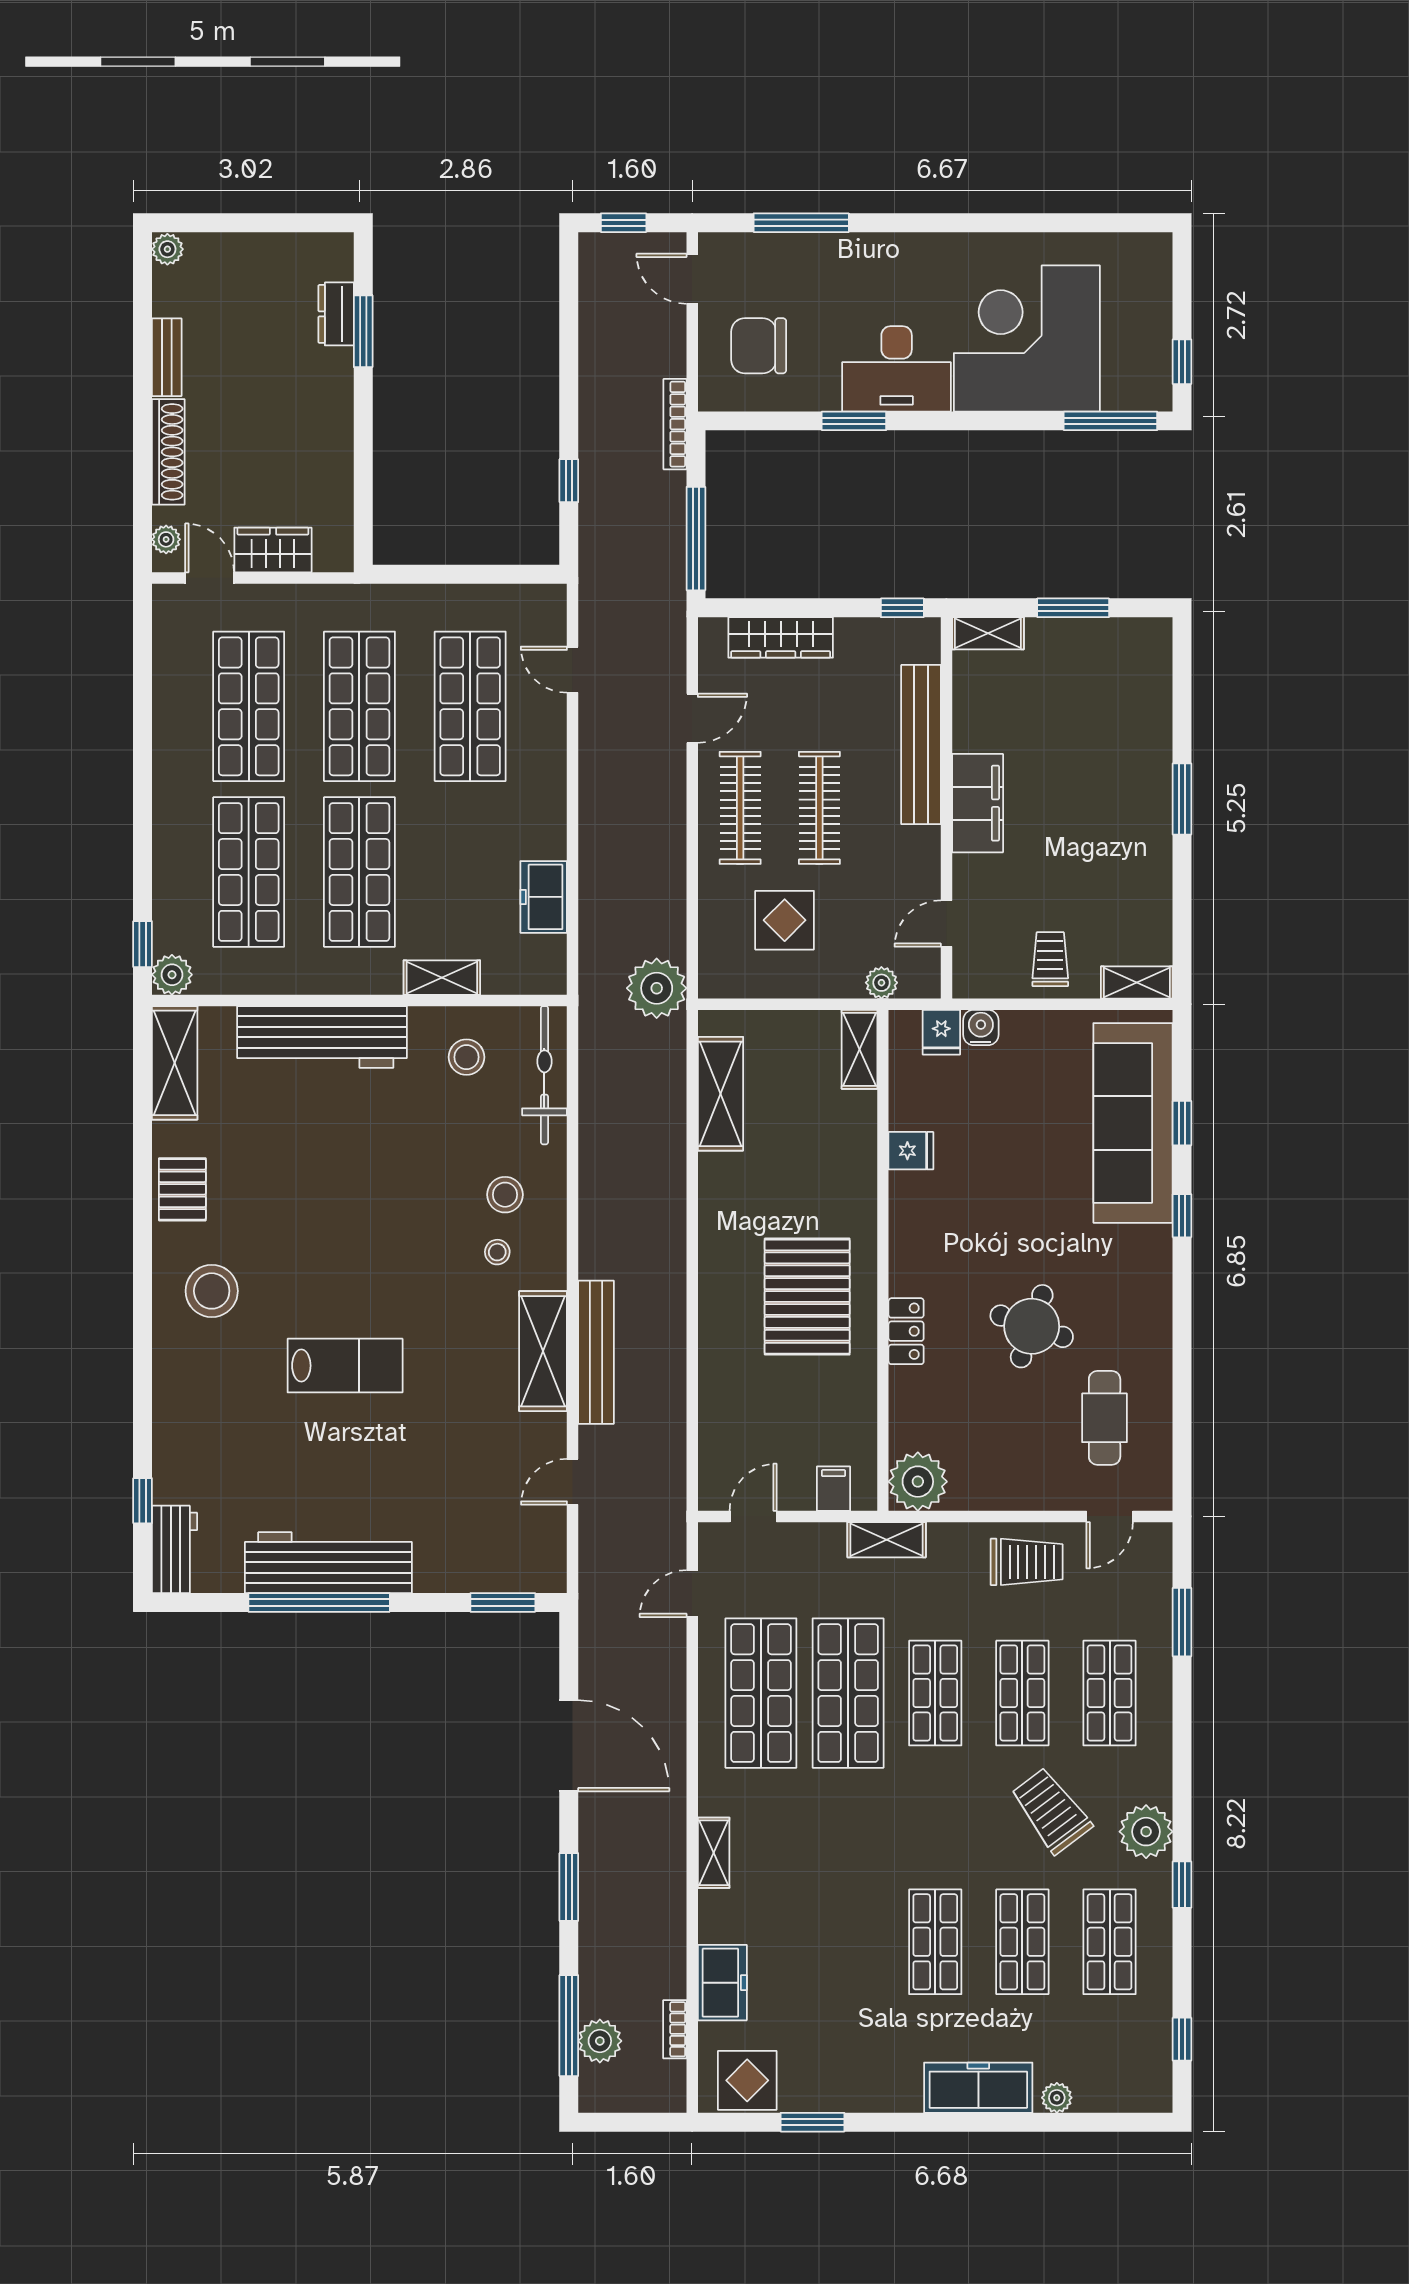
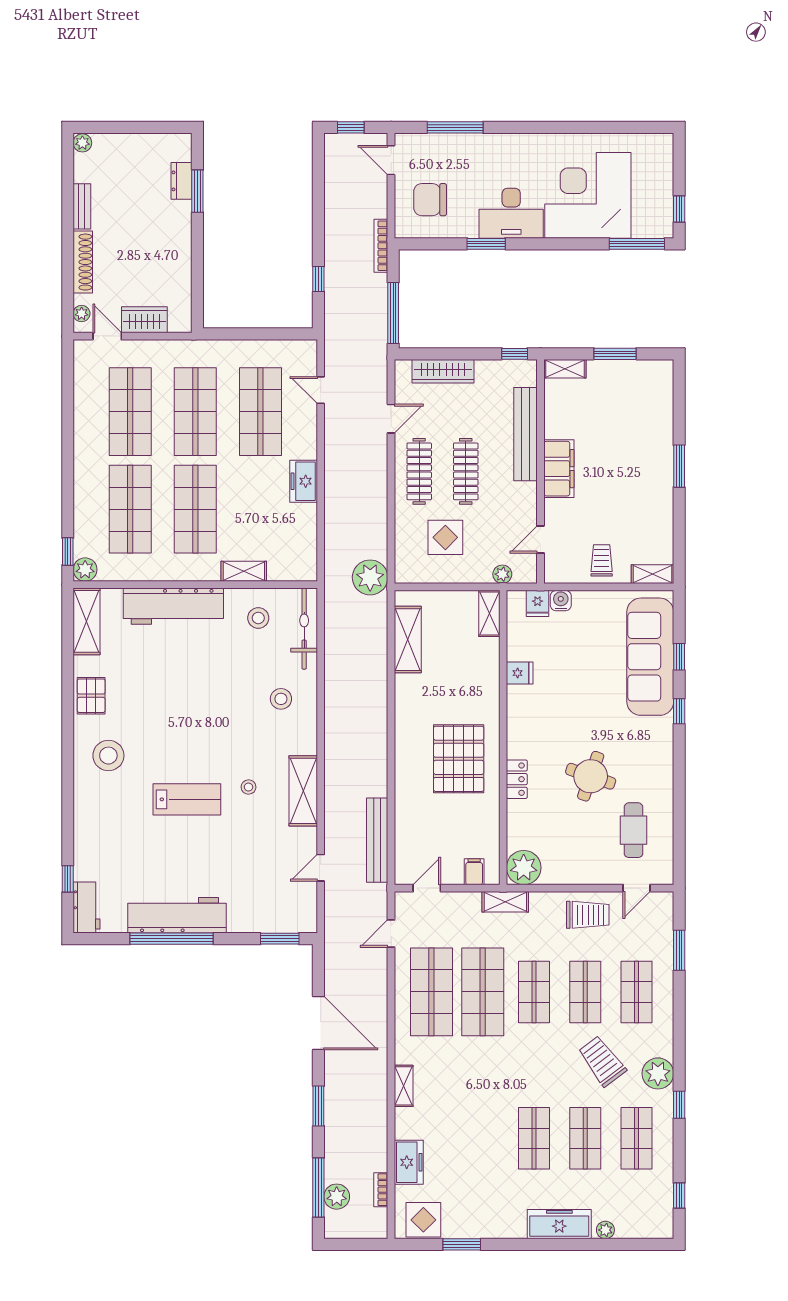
freezer: (544, 897) -> (304, 481), moved
stool: (497, 1252) -> (249, 787), moved
bench: (596, 1352) -> (377, 840), moved

